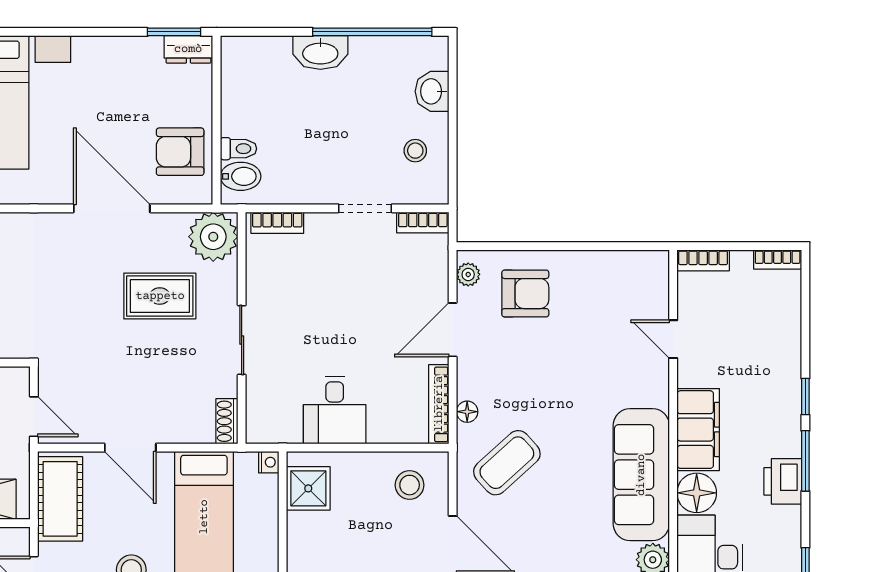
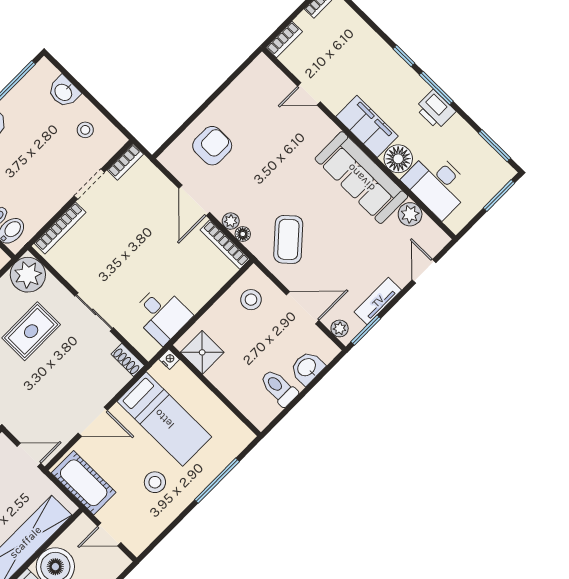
bookcase: (277, 223) -> (60, 228), width x1.56
plant: (468, 274) -> (231, 221), moved
desk: (335, 410) -> (162, 314), moved

